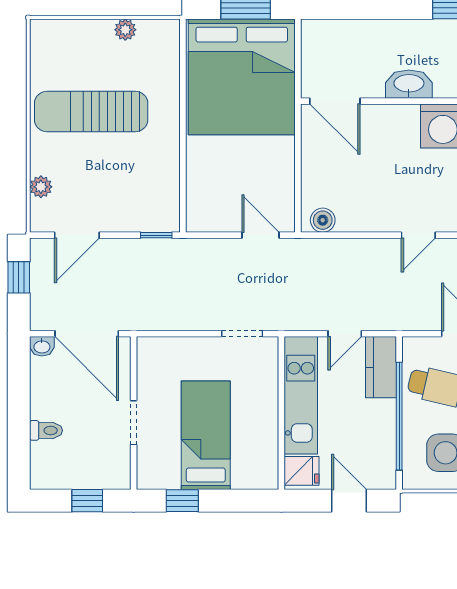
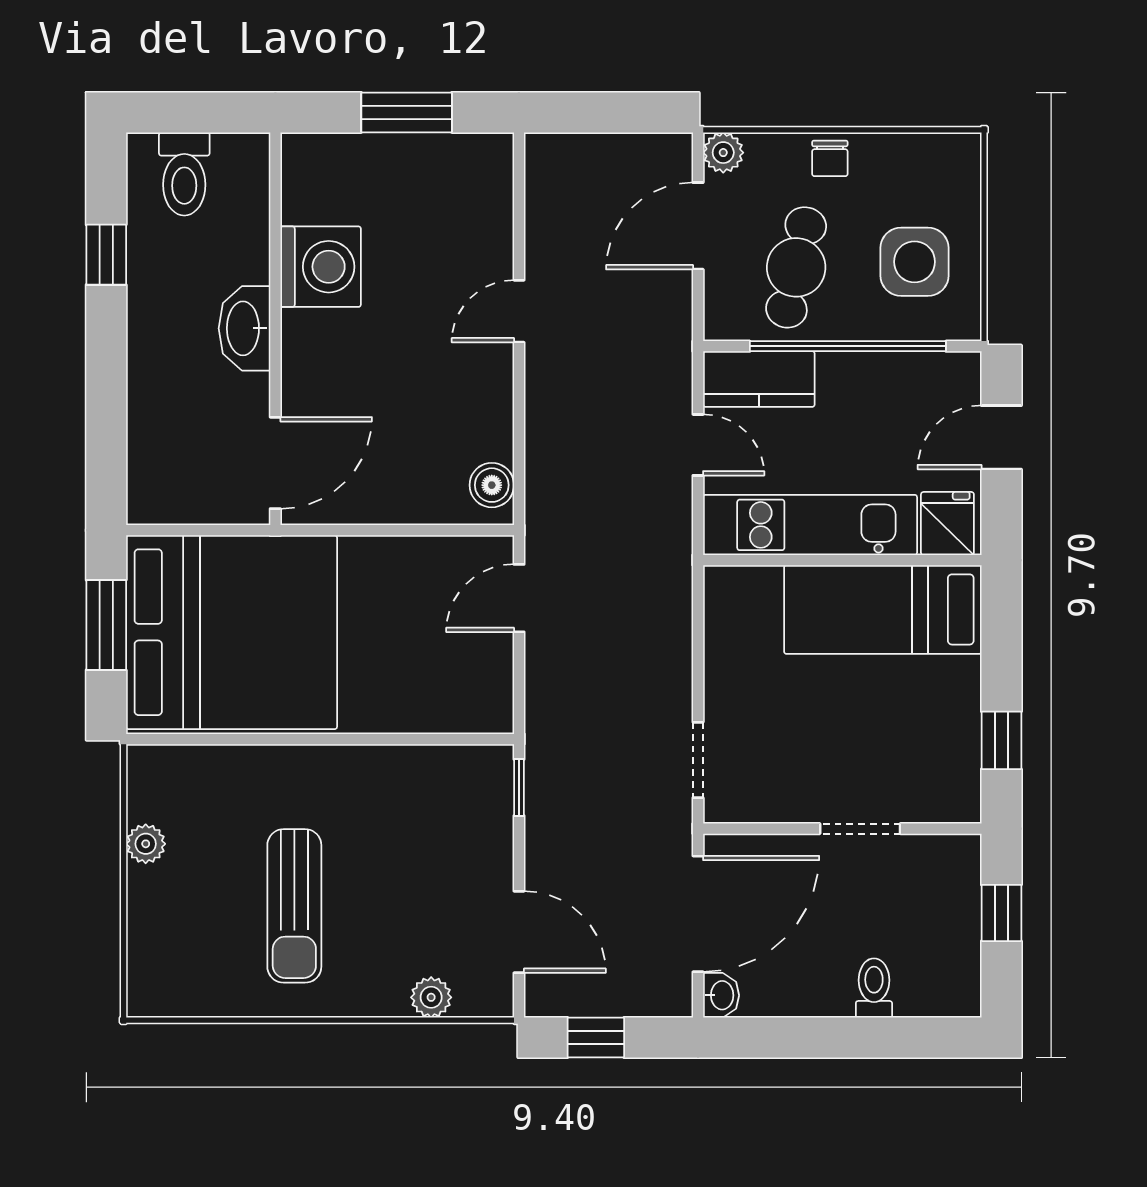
sun lounger: (91, 111) -> (294, 906), width x0.73, depth x0.75
door: (418, 235) -> (519, 311), swing flipped
doorway: (242, 334) -> (698, 760), moved
bed: (206, 435) -> (883, 609), moved

